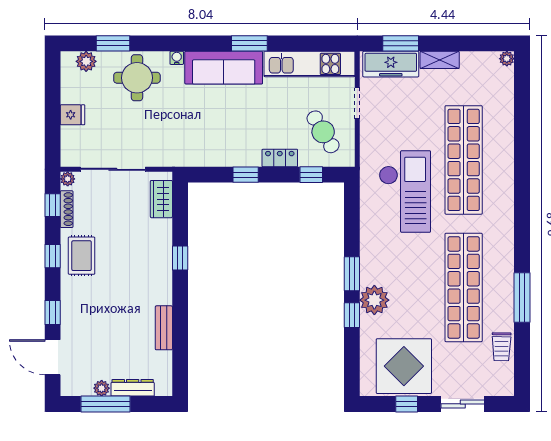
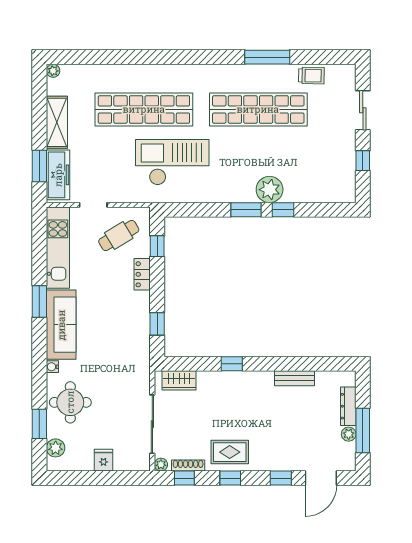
shelving: (440, 60) -> (57, 122), width x1.50, depth x1.33
window: (246, 175) -> (157, 324), moved
display table: (404, 366) -> (329, 163), removed

